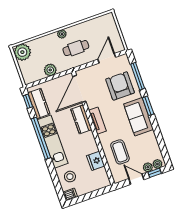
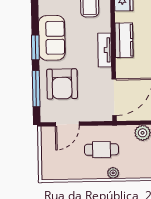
kitchen counter: (81, 119) -> (124, 40), moved

